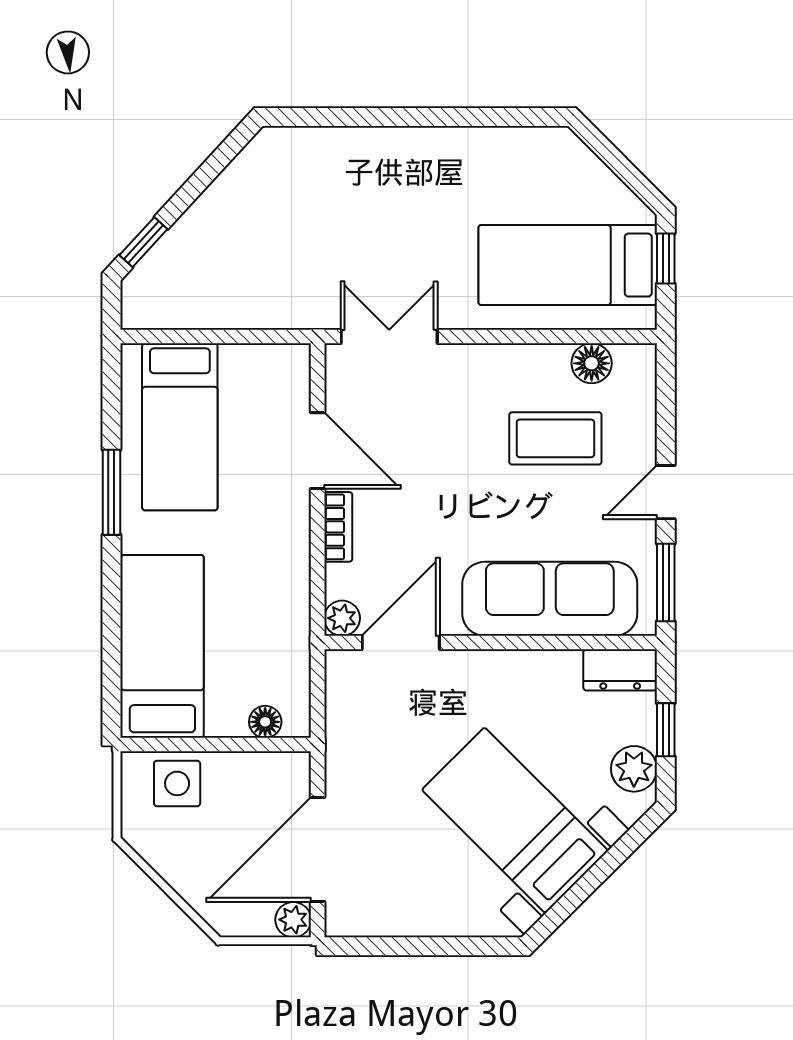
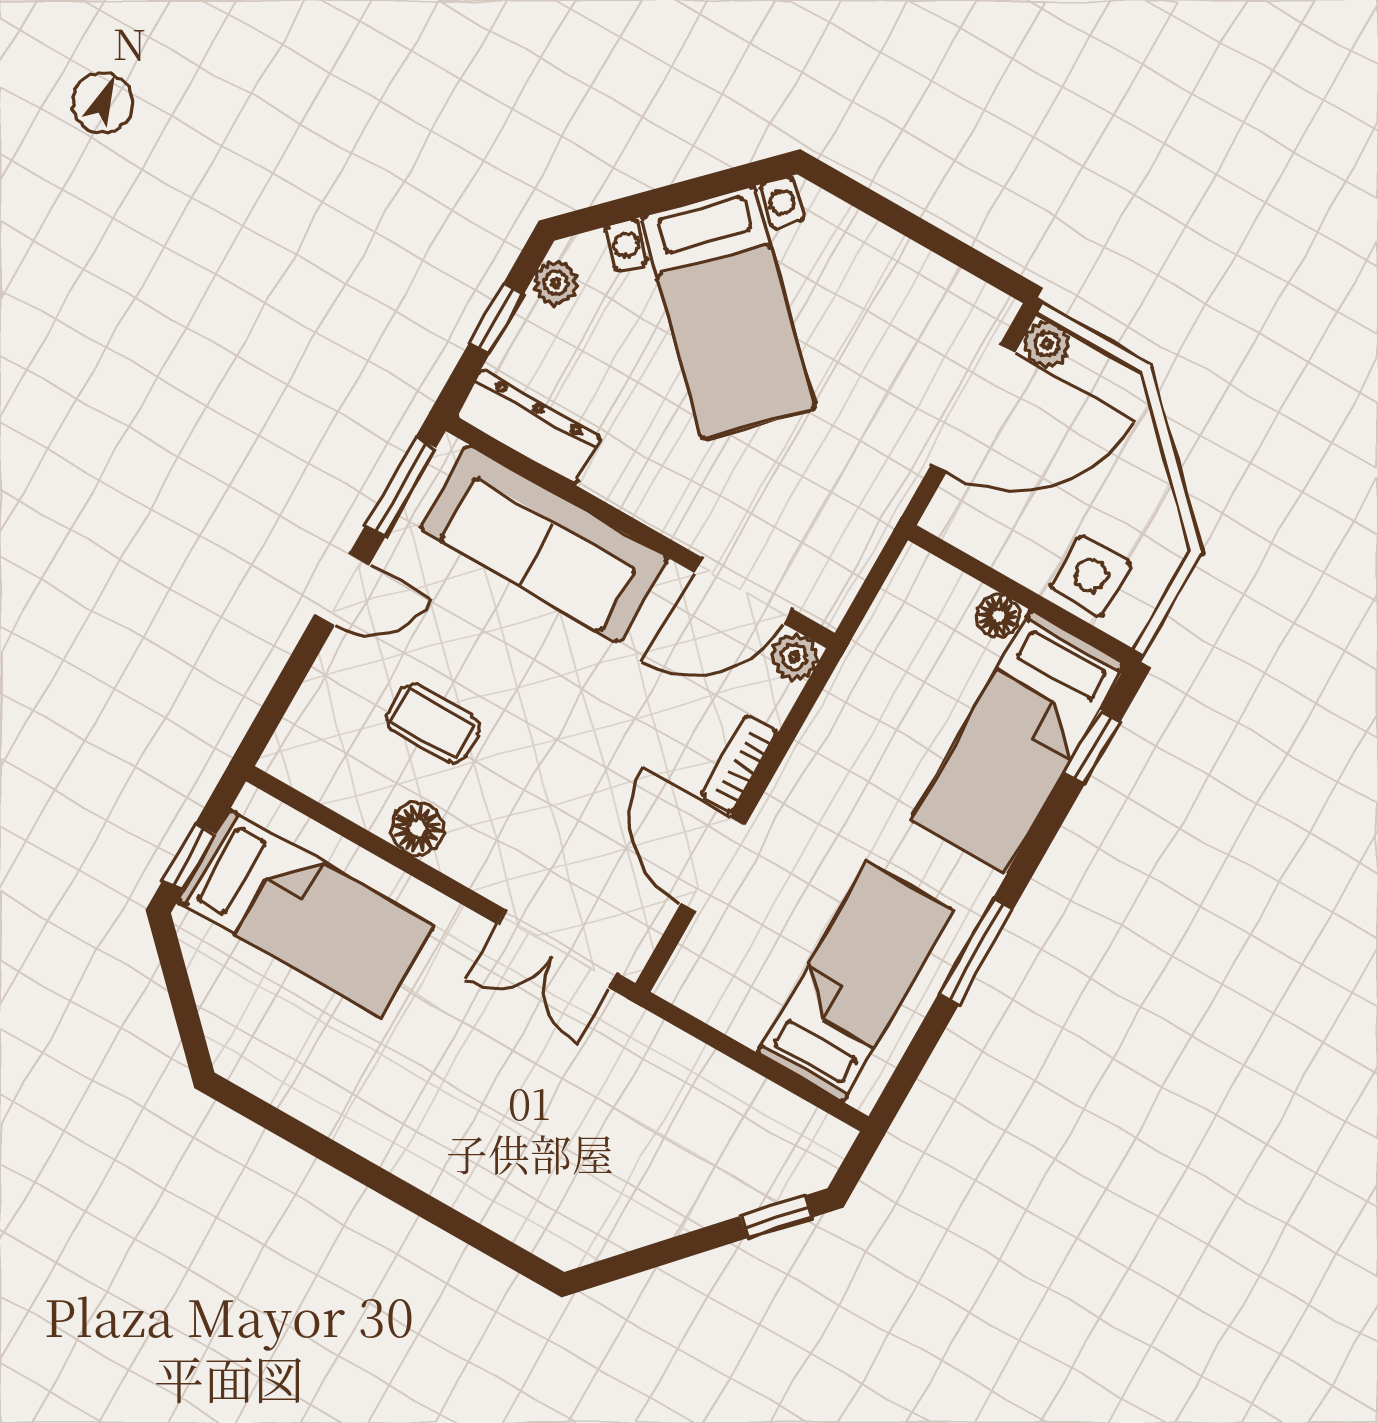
floor lamp: (592, 363) -> (418, 829), moved
coffee table: (555, 438) -> (433, 723), width x0.73, depth x0.77
dresser: (620, 670) -> (528, 427), width x1.44
window: (111, 671) -> (1093, 747), added
floor lamp: (265, 722) -> (998, 616), moved
plant: (634, 769) -> (556, 283), width x0.73, depth x0.73

